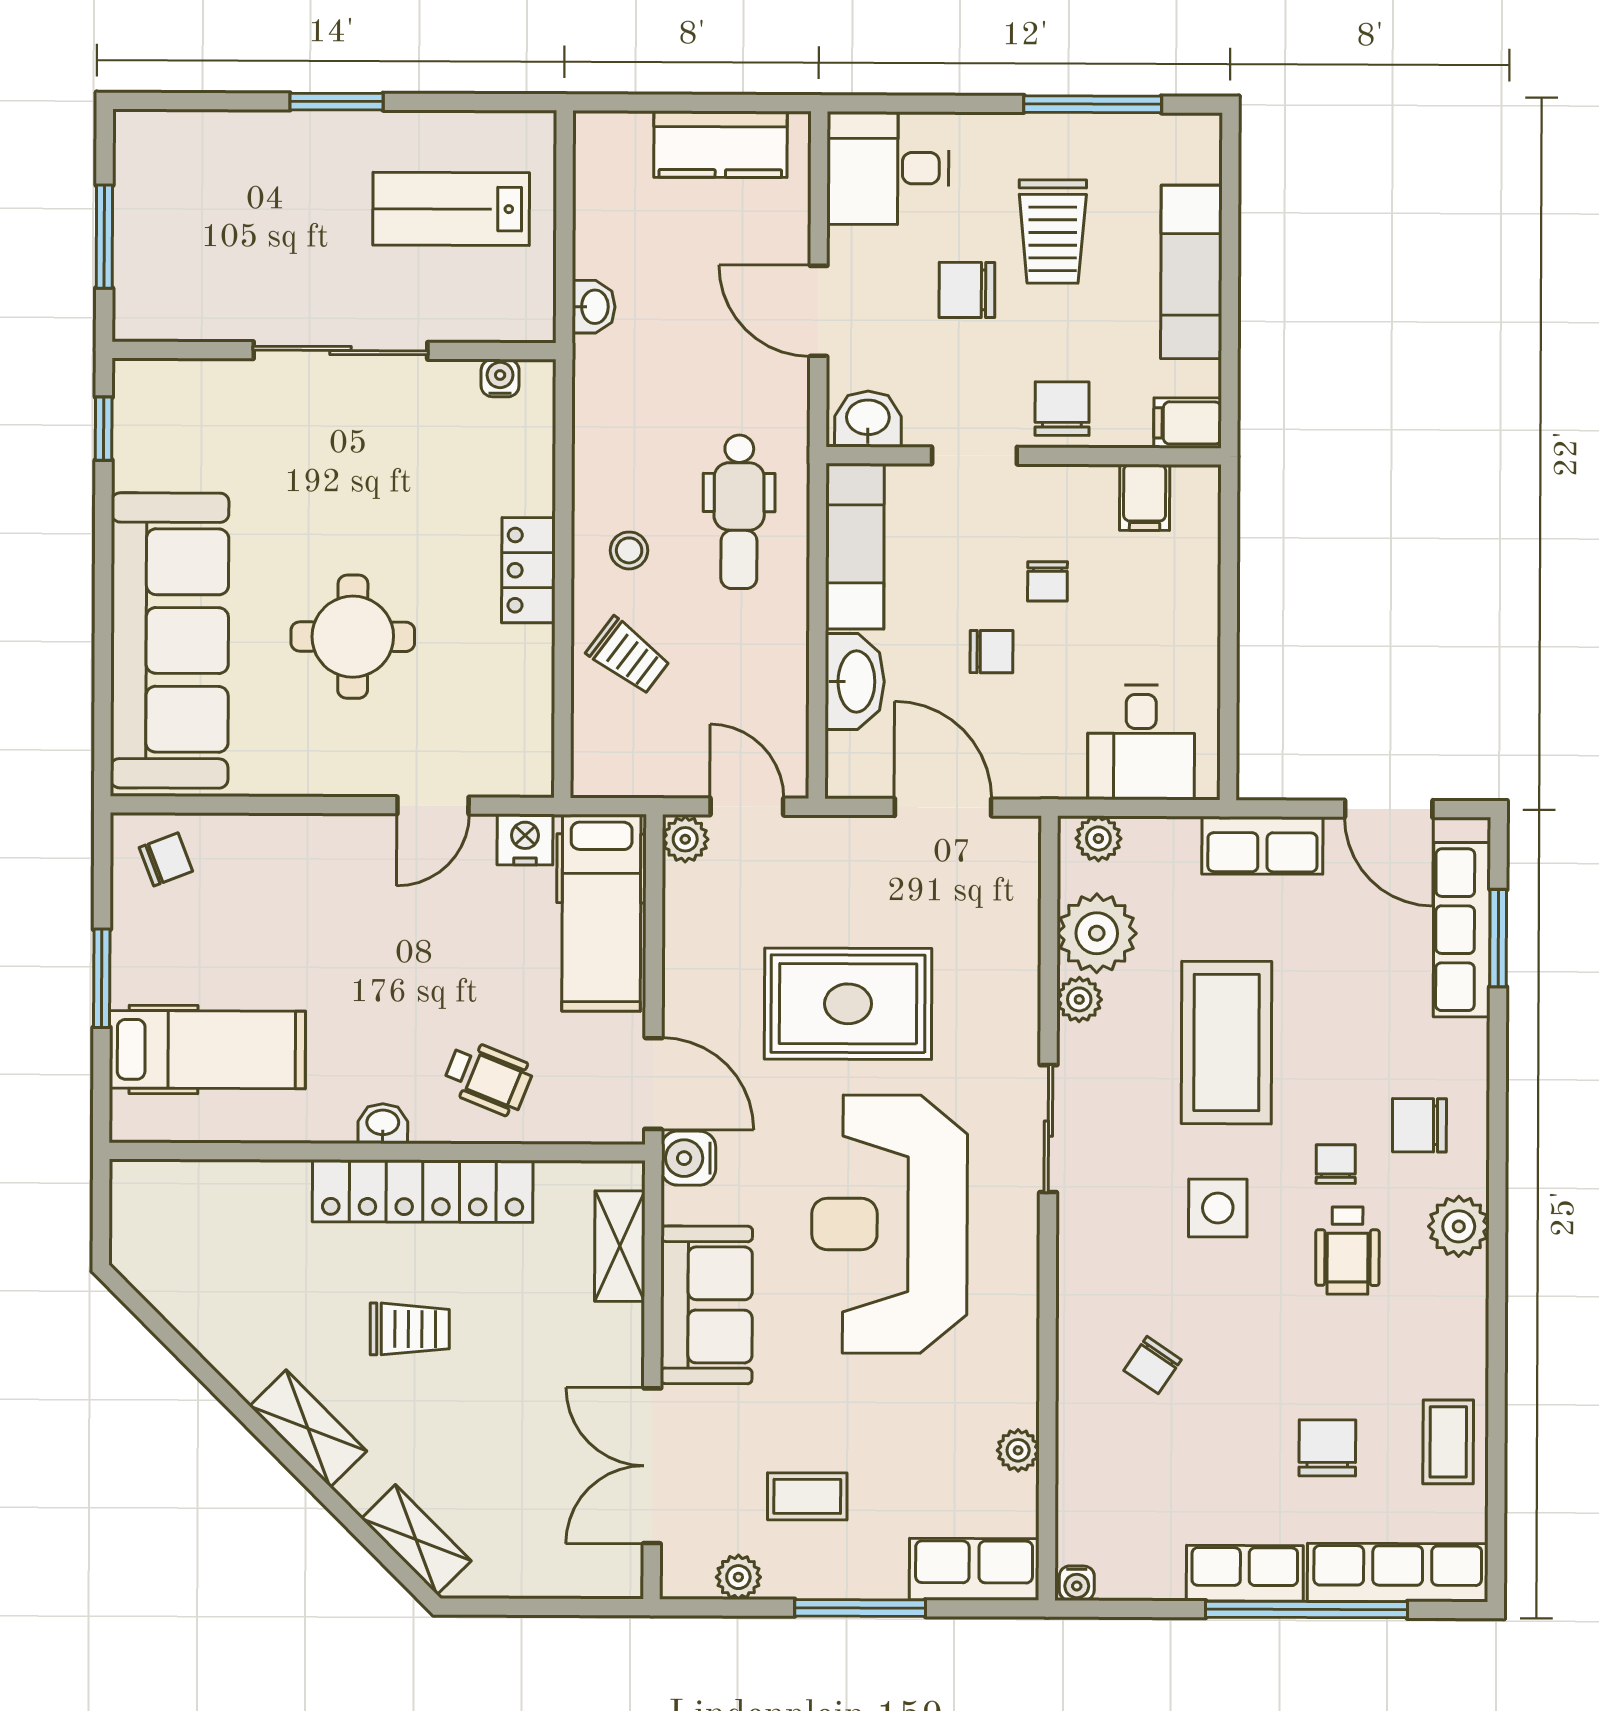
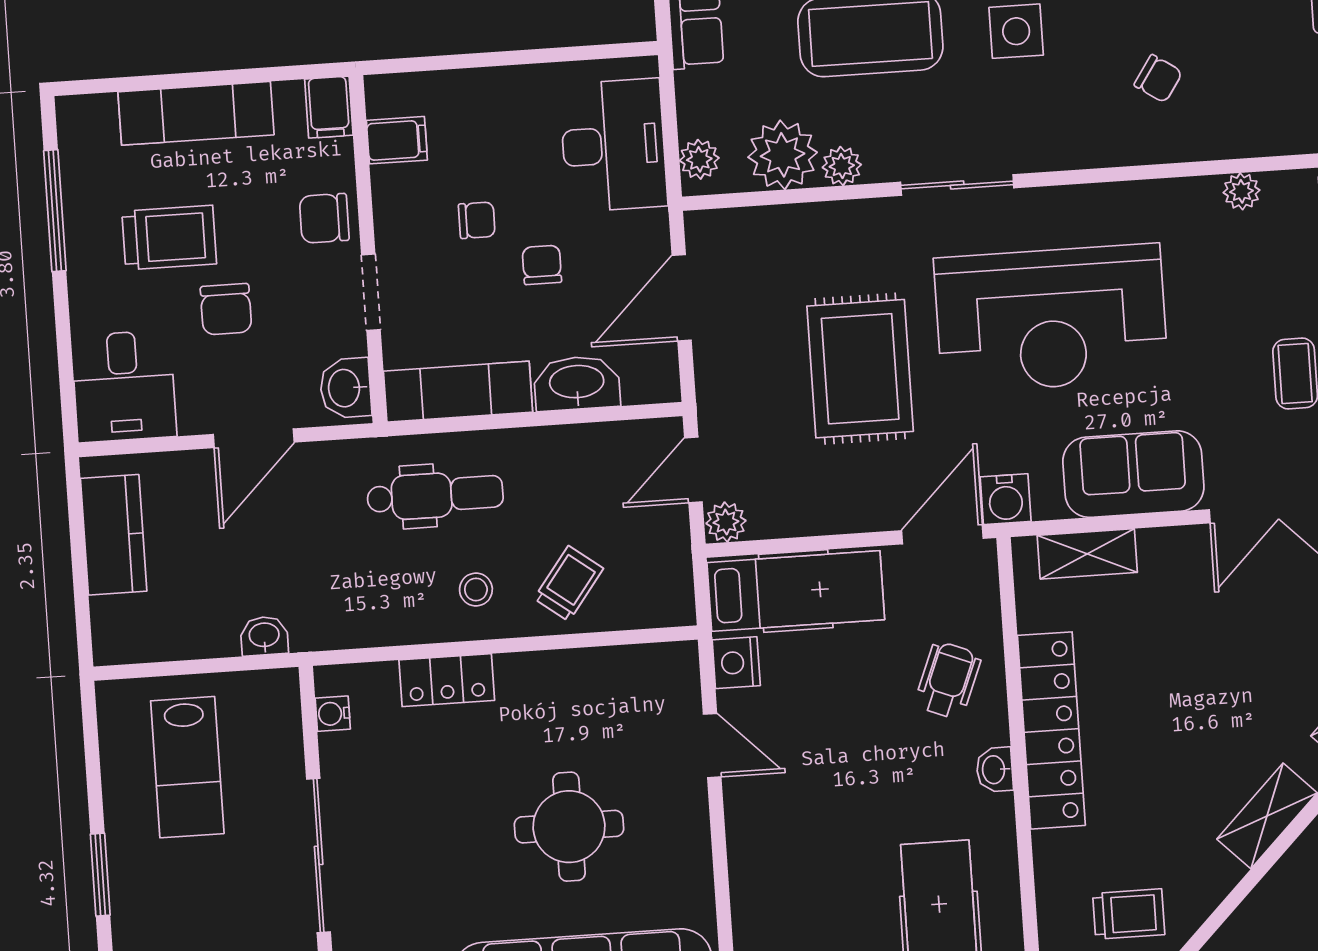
locker: (528, 570) -> (447, 680), moved
desk: (1141, 742) -> (613, 145), width x1.37
trolley: (410, 1329) -> (1129, 914), moved, turned 90

